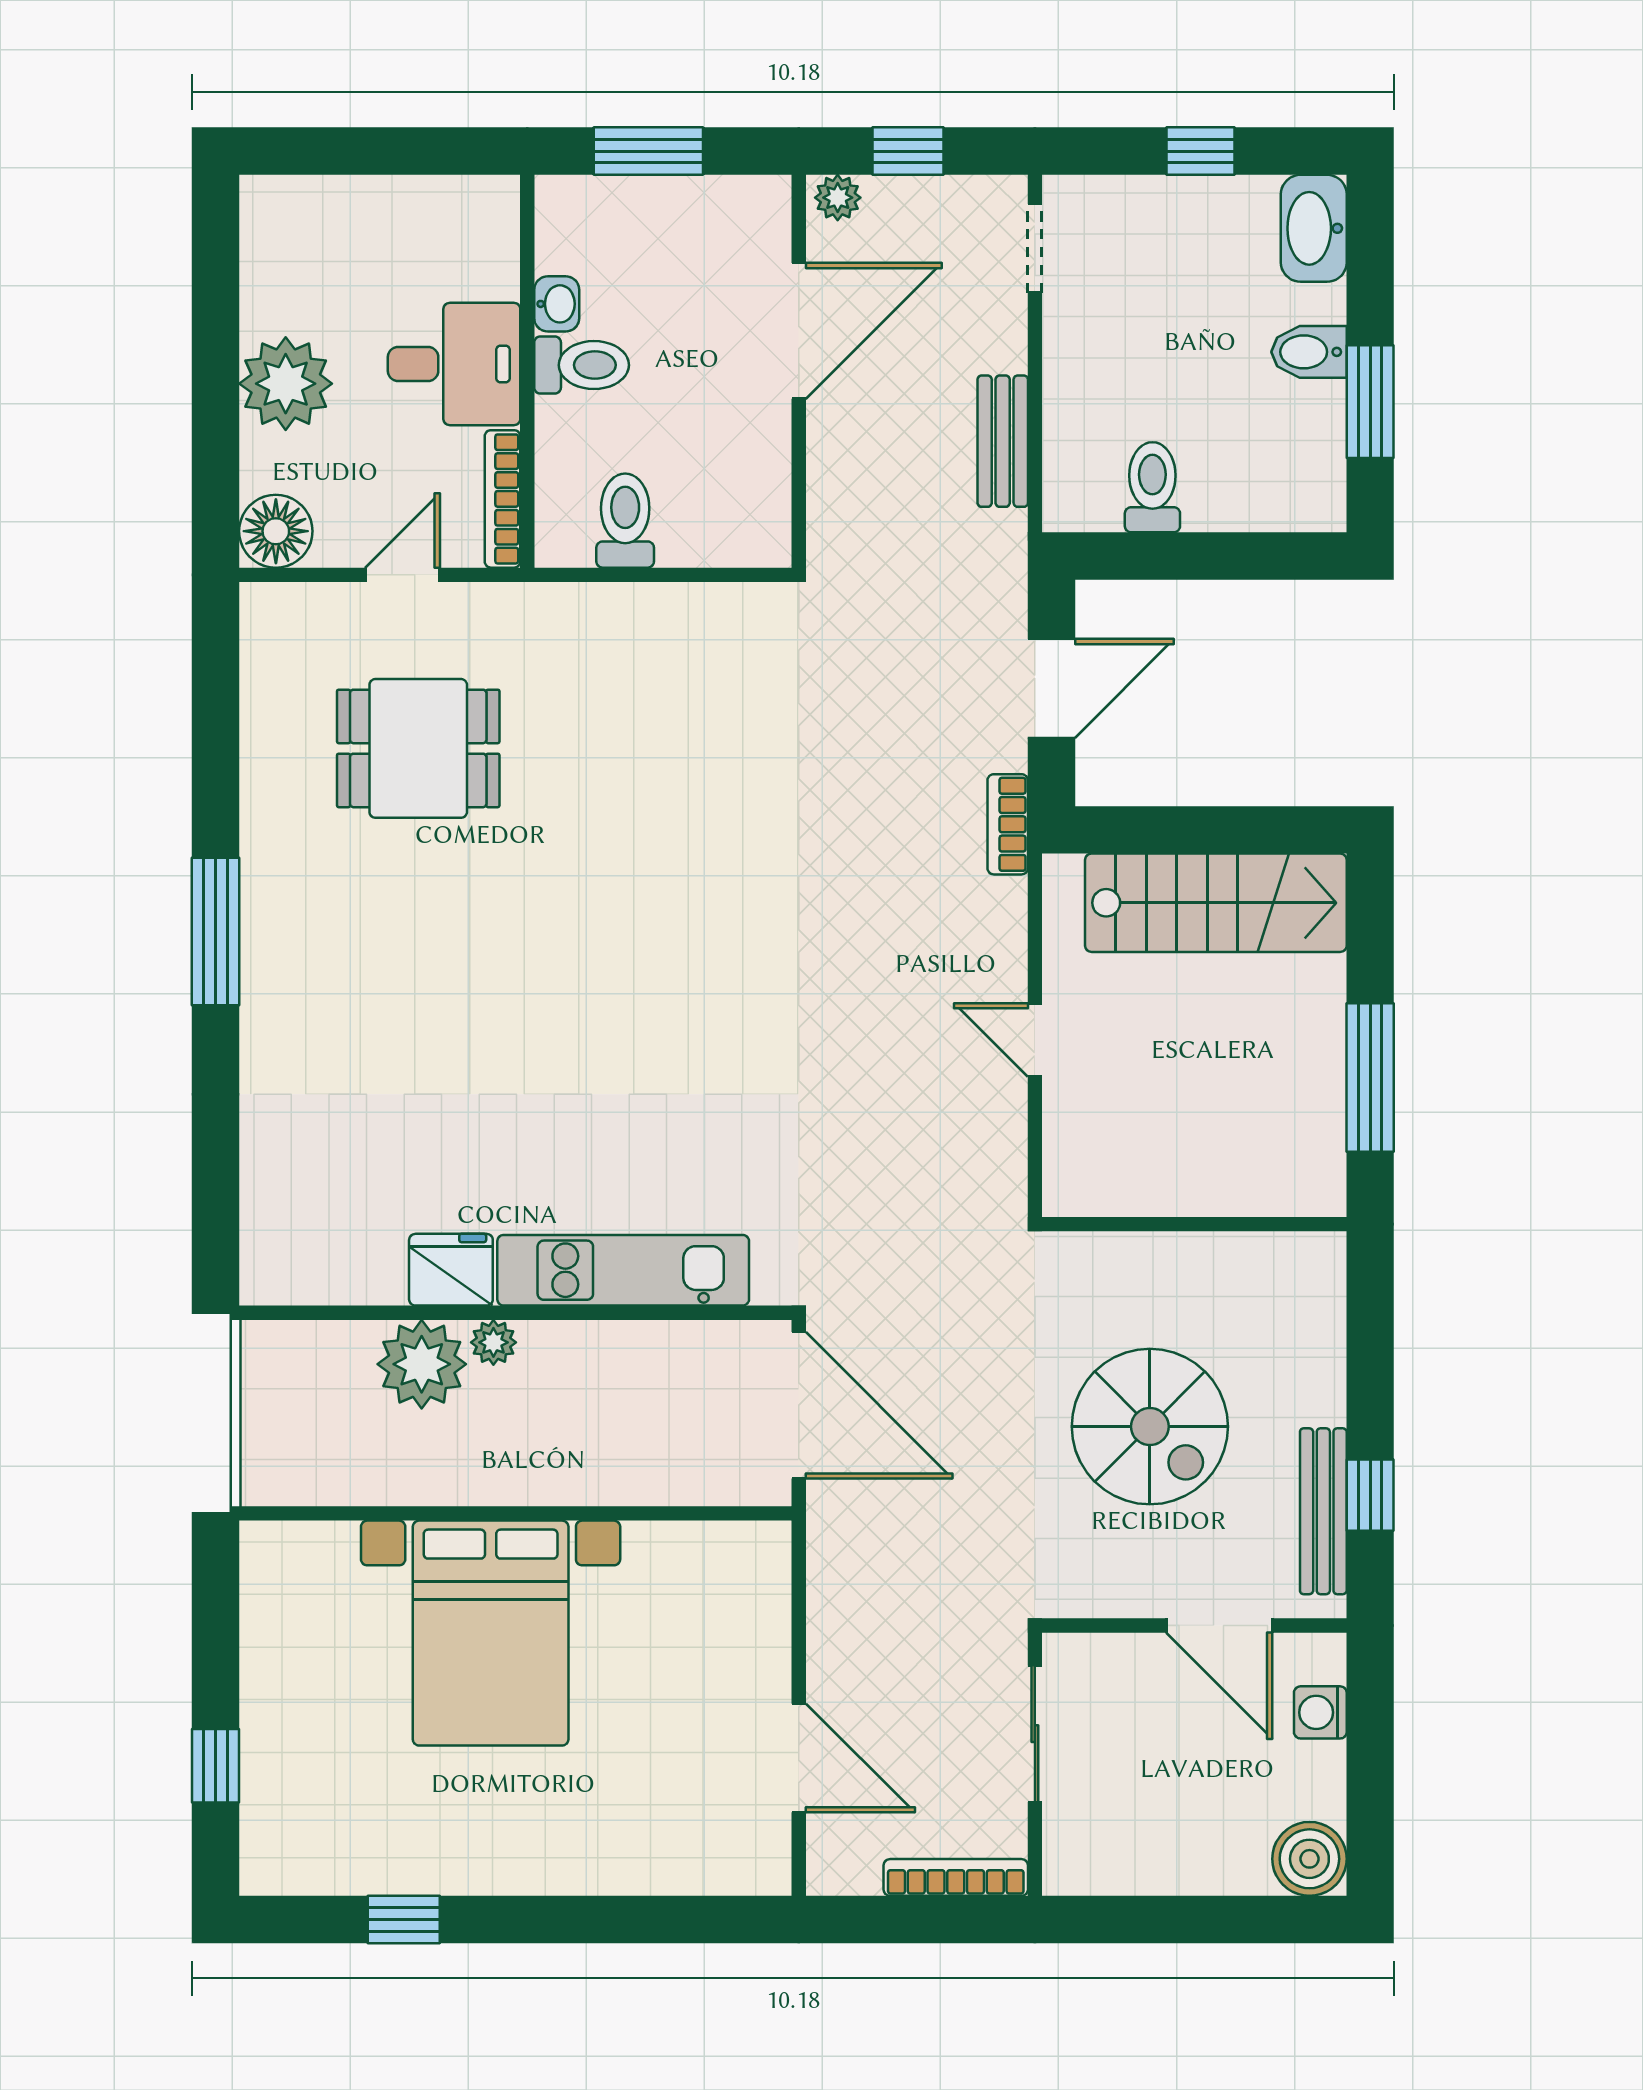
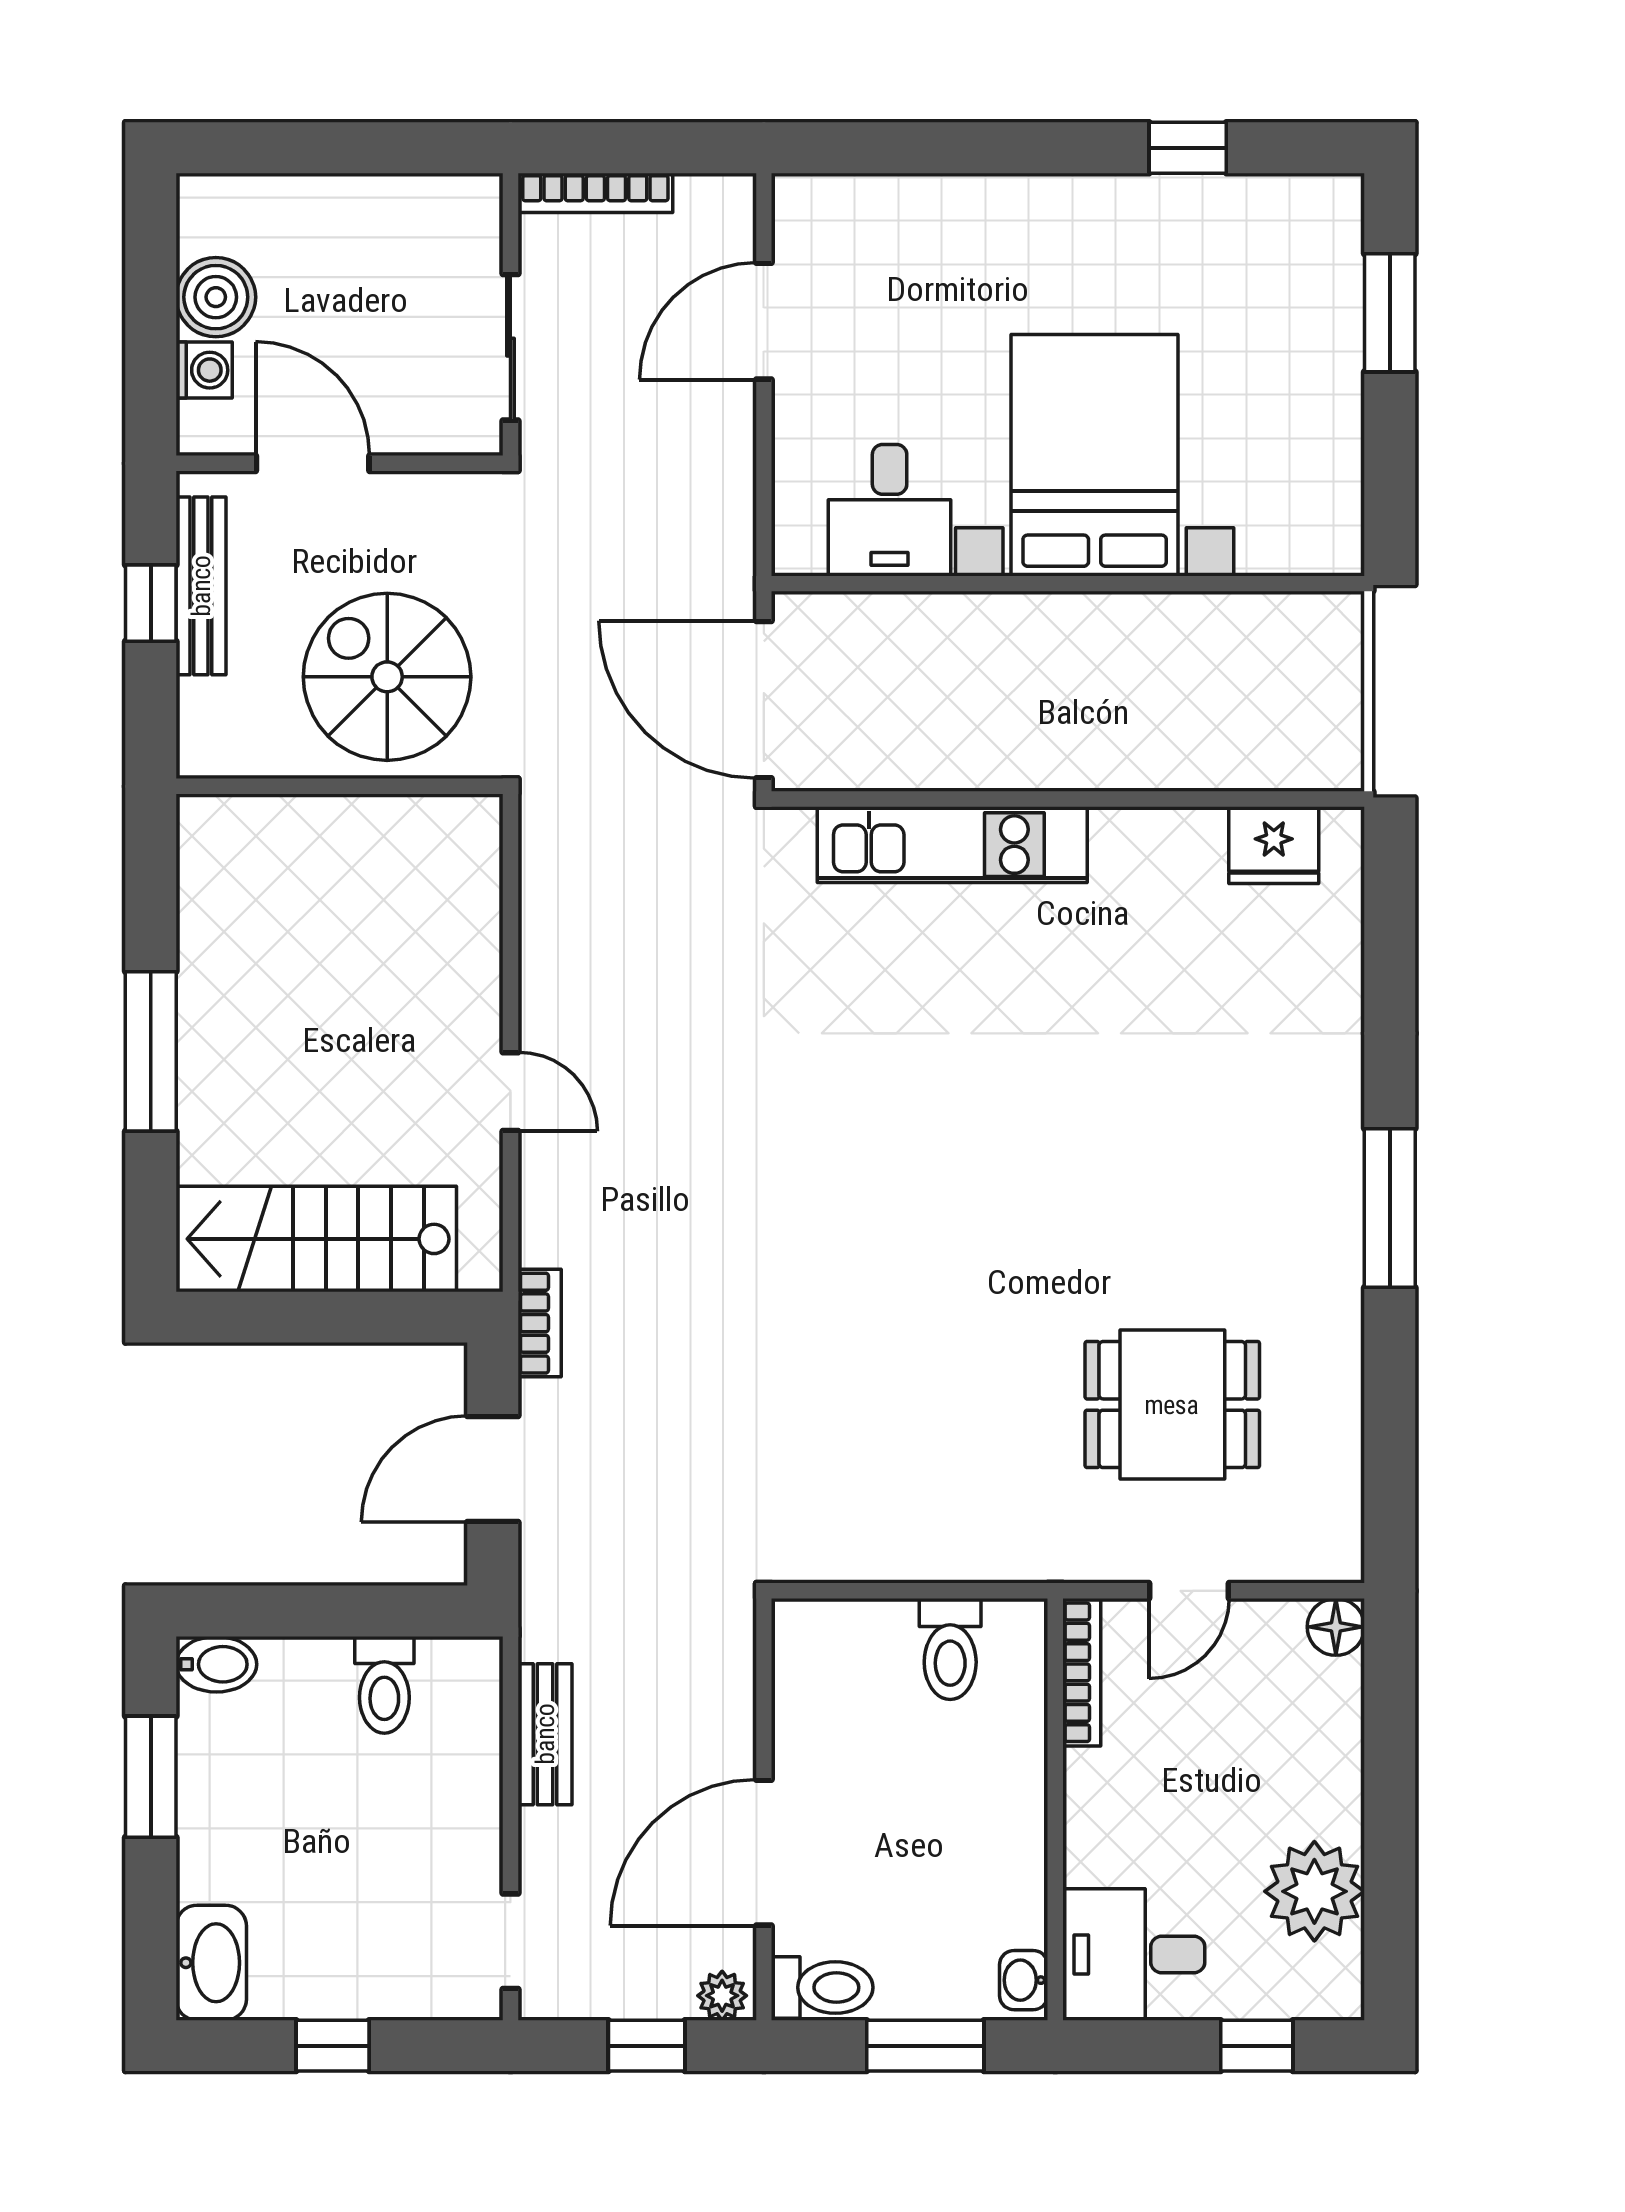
window: (339, 151) -> (1257, 2046), added
washbasin: (557, 304) -> (1024, 1980), moved
bidet: (1309, 352) -> (216, 1664), moved
desk: (454, 364) -> (1134, 1954), moved
toilet: (582, 365) -> (822, 1987), moved, turned 180
plant: (286, 384) -> (1314, 1891), moved
floor lamp: (276, 531) -> (1336, 1627), width x0.73, depth x0.73
wall: (1194, 1224) -> (339, 786), moved
fridge: (451, 1270) -> (1274, 845), moved
plant: (493, 1342) -> (1091, 767), removed
plant: (422, 1364) -> (1168, 744), removed
desk: (682, 1582) -> (890, 510), added
door: (799, 1758) -> (764, 321), hinge flipped
window: (216, 1766) -> (1390, 313), width x1.50
boiler: (1309, 1859) -> (216, 297), moved

